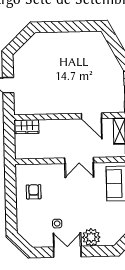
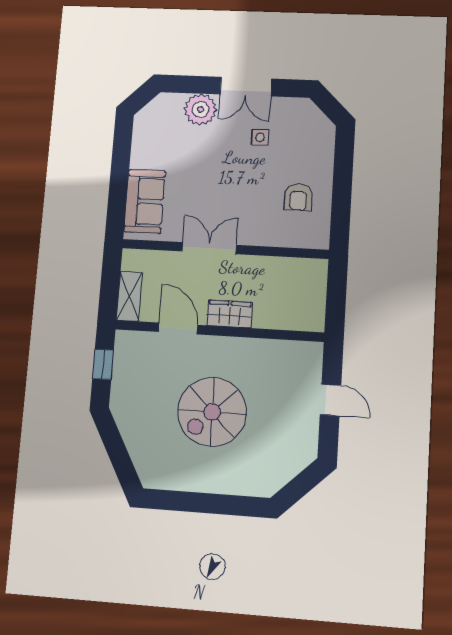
spiral stairs: (69, 74) -> (212, 412), added
wardrobe: (27, 127) -> (230, 314), moved

